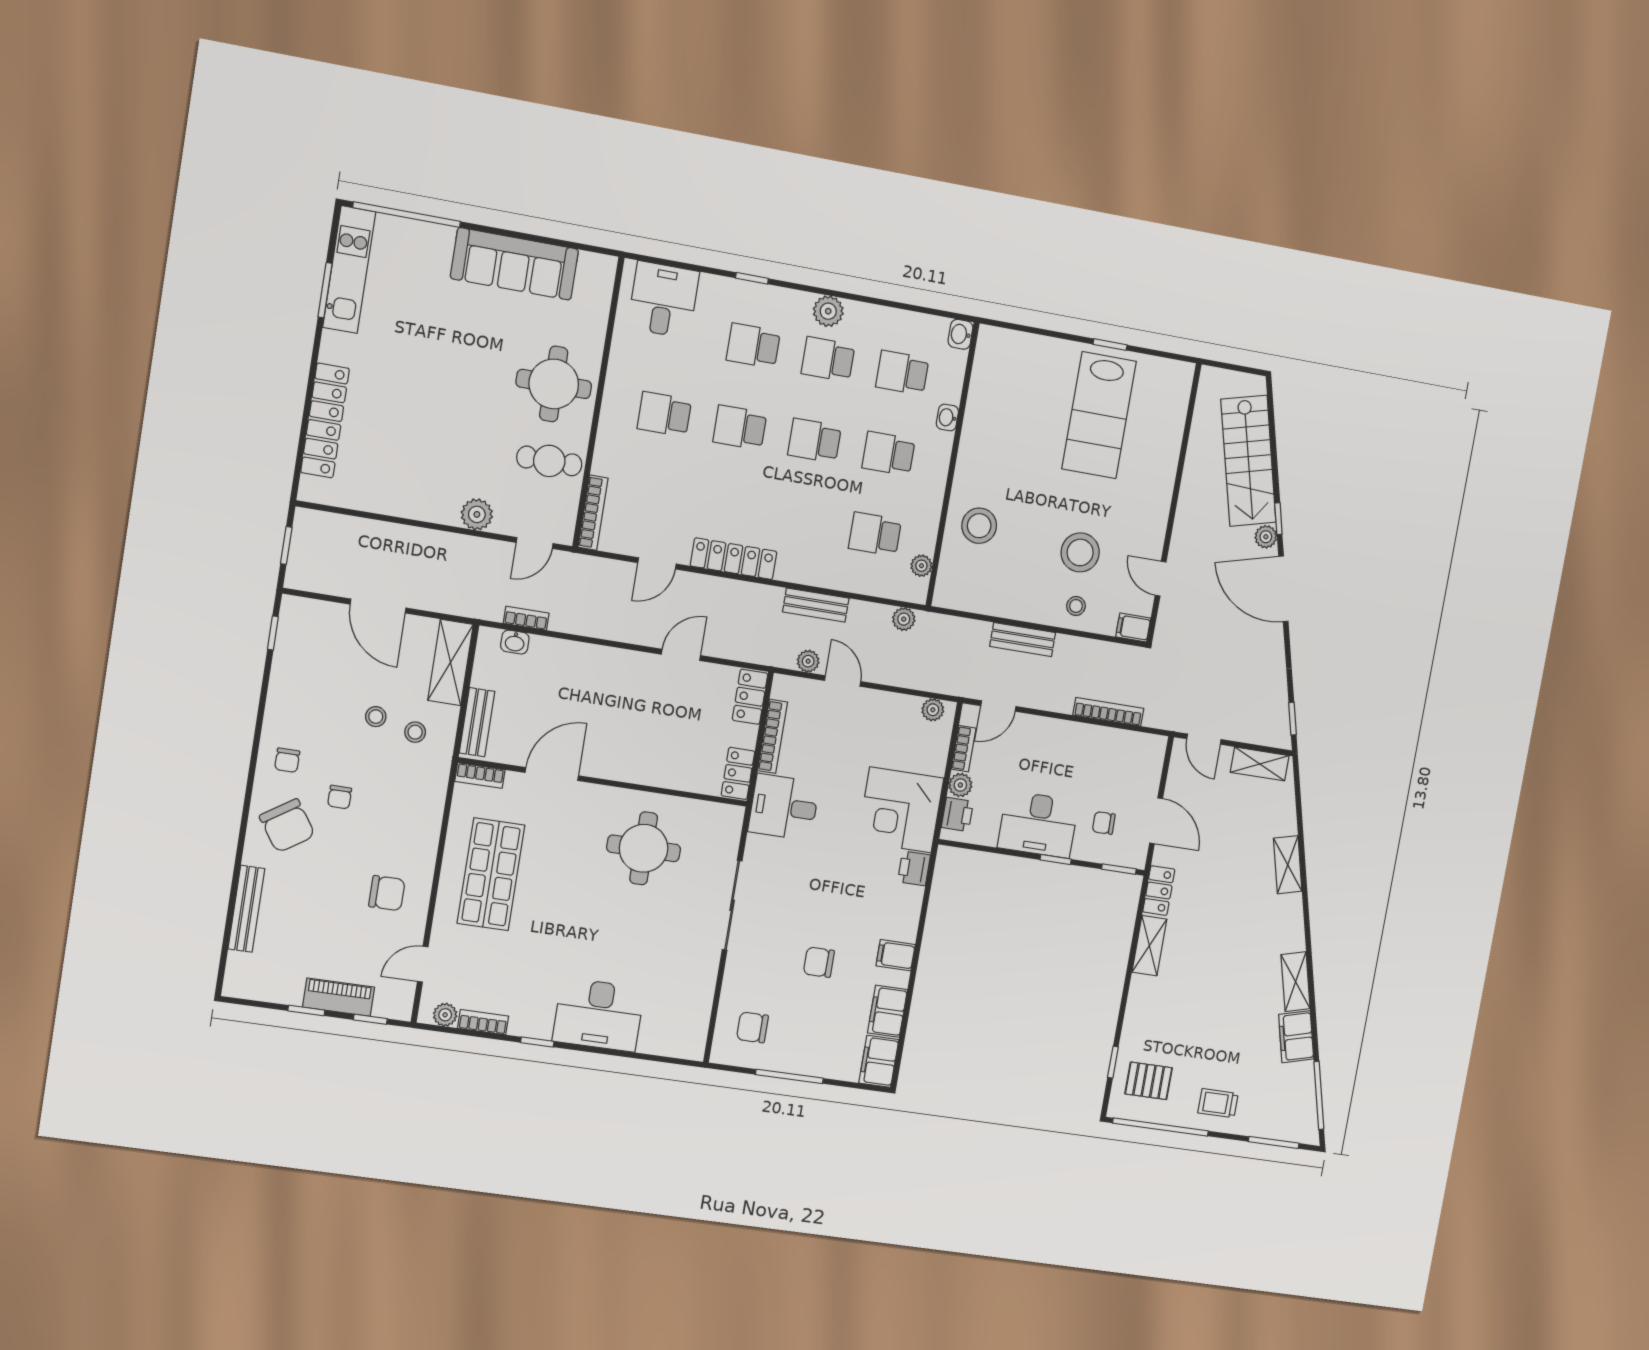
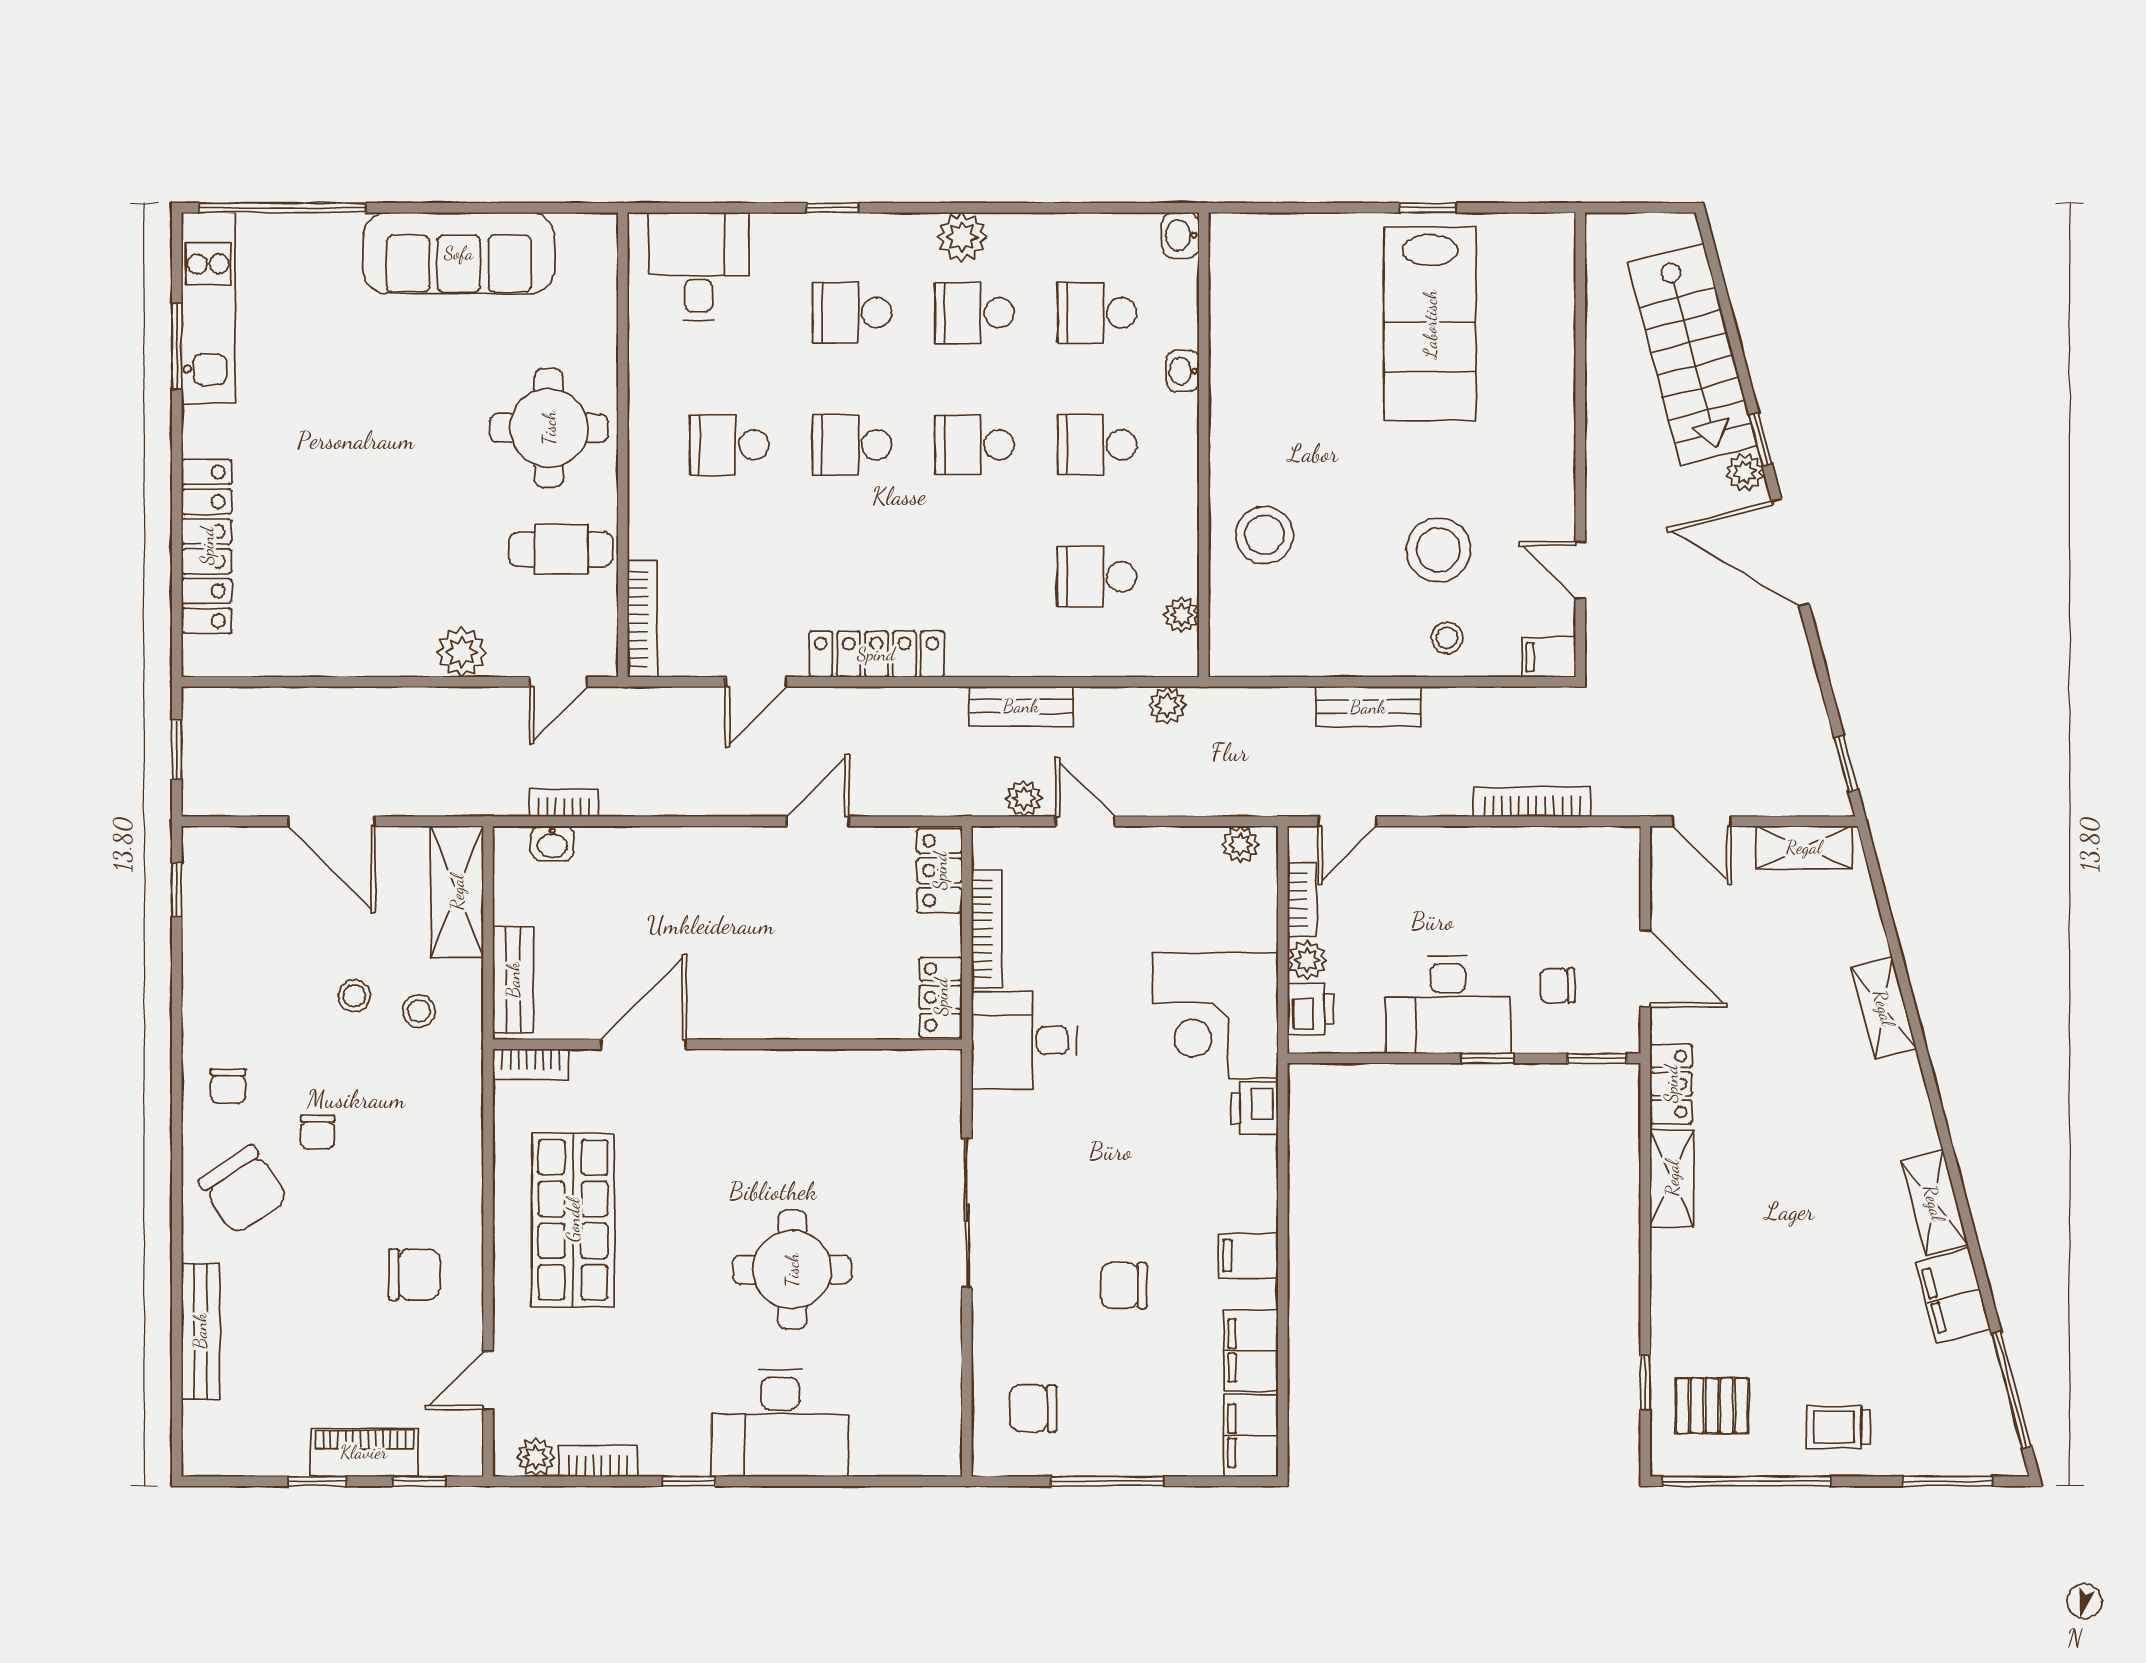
round table: (644, 848) -> (792, 1270), moved

